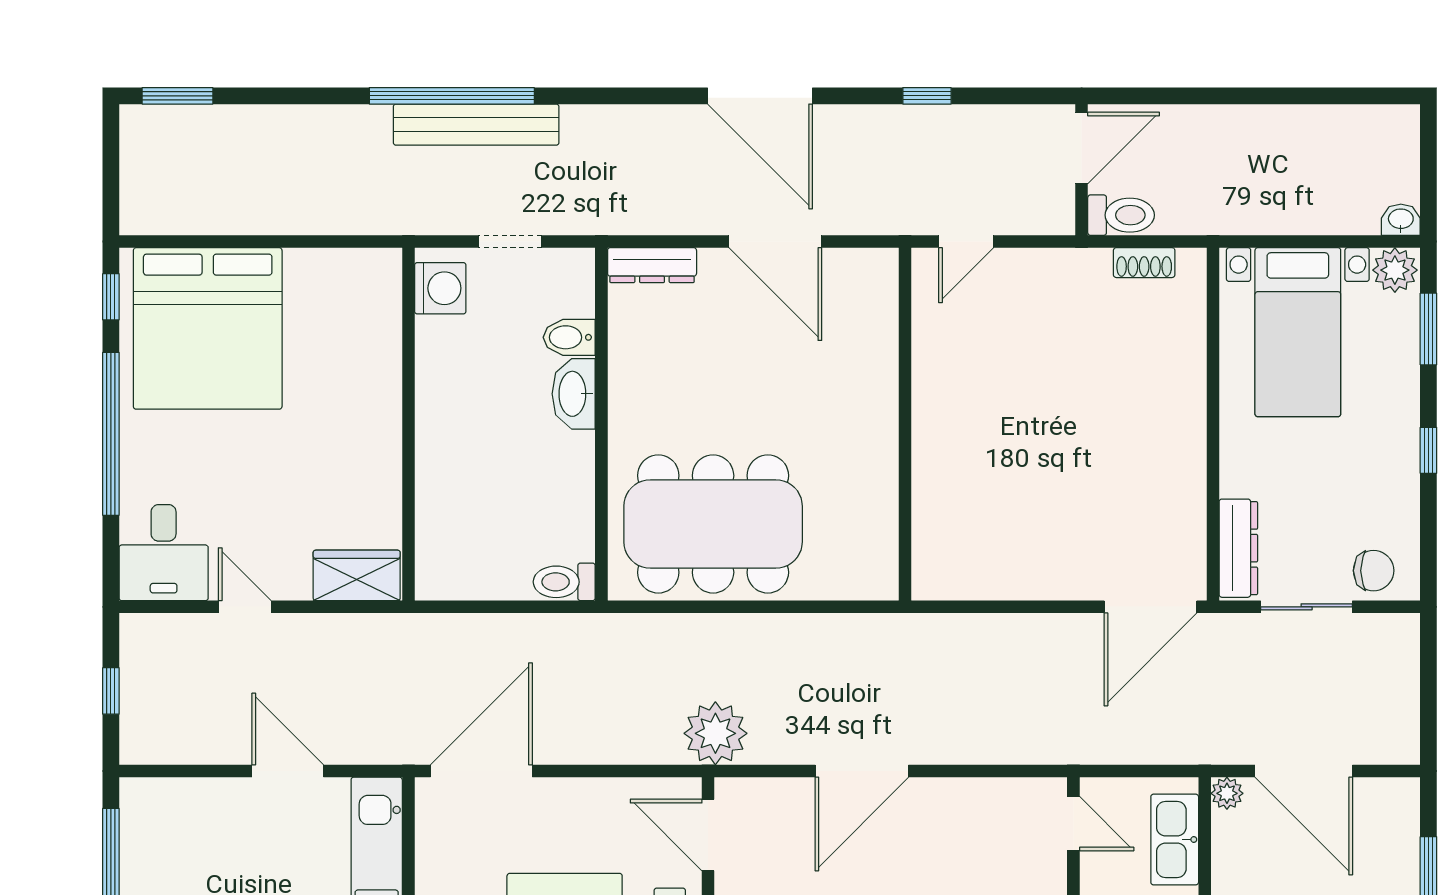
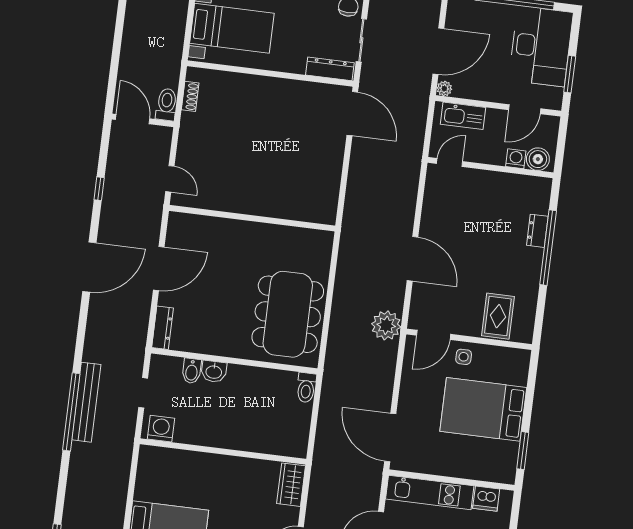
washbasin: (574, 394) -> (214, 372), width x0.72

